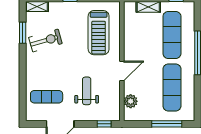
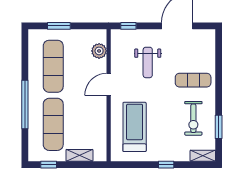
exercise bike: (45, 40) -> (193, 118), turned -74
exercise mat: (47, 97) -> (193, 80), moved
window: (167, 124) -> (59, 26), width x0.69

